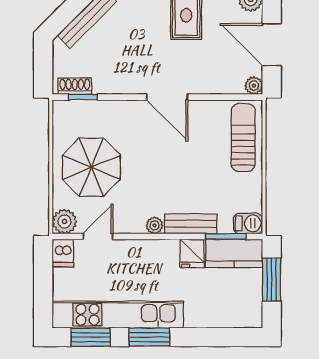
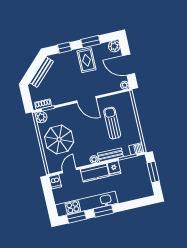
sun lounger: (243, 137) -> (112, 123), moved
plant: (64, 221) -> (41, 117), moved
kitchen counter: (234, 253) -> (95, 173), moved

